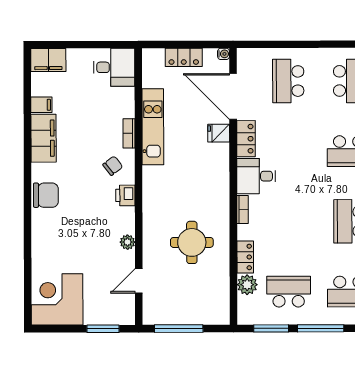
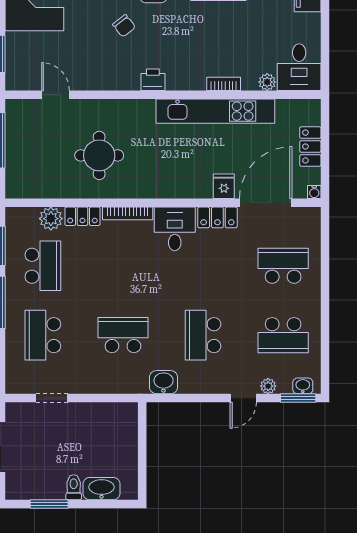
kitchen unit: (153, 127) -> (215, 111), width x1.36
chair: (113, 166) -> (124, 26), moved
bookcase: (243, 210) -> (128, 213), width x1.56
plant: (128, 242) -> (267, 82), moved

